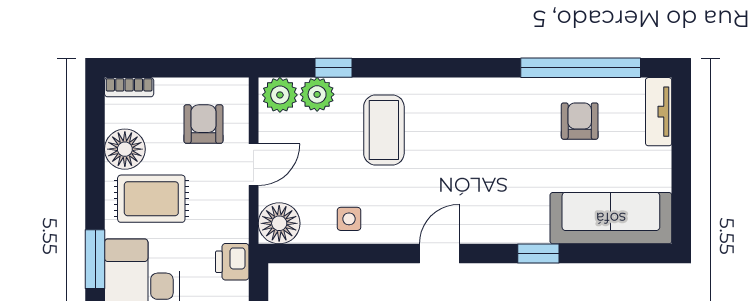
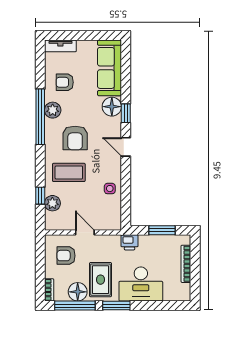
window: (581, 68) -> (40, 117), moved
plant: (280, 95) -> (53, 110), moved
window: (95, 143) -> (75, 306), added
armchair: (459, 144) -> (75, 138), added
floor lamp: (279, 223) -> (112, 107), moved
window: (538, 254) -> (126, 113), moved
window: (95, 259) -> (116, 306), moved

